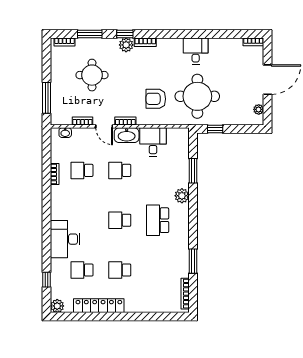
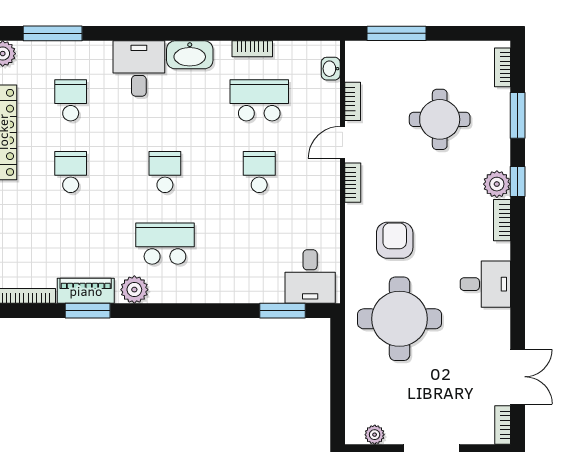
double door: (228, 34) -> (518, 377), added
desk: (196, 51) -> (485, 284), moved
window: (215, 129) -> (338, 353), removed
washbasin: (127, 135) -> (190, 55), moved, turned -90
desk: (153, 142) -> (310, 276), moved, turned 90
school desk: (82, 170) -> (259, 100), width x1.85
window: (193, 171) -> (282, 311), moved
plant: (182, 196) -> (134, 290), moved
desk: (65, 239) -> (139, 69), width x0.73
piano: (182, 262) -> (86, 291), added
window: (47, 280) -> (53, 33), width x2.17

